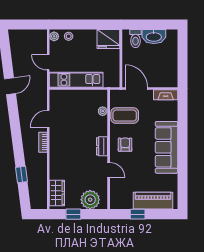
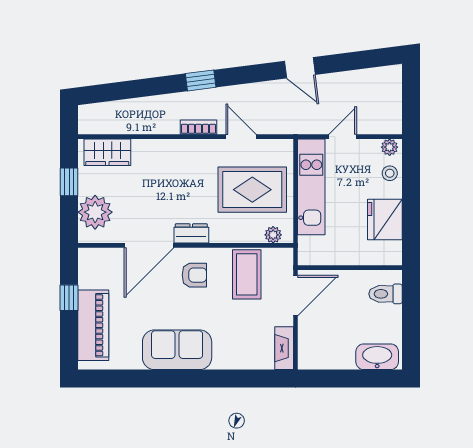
washbasin: (154, 37) -> (377, 357), moved, turned 90
fridge: (108, 39) -> (385, 220), moved
plant: (103, 111) -> (273, 235), moved
rug: (78, 112) -> (252, 190), added
sofa: (166, 147) -> (177, 350), width x0.73
door: (109, 170) -> (149, 245), width x1.88
window: (21, 174) -> (201, 80), moved

